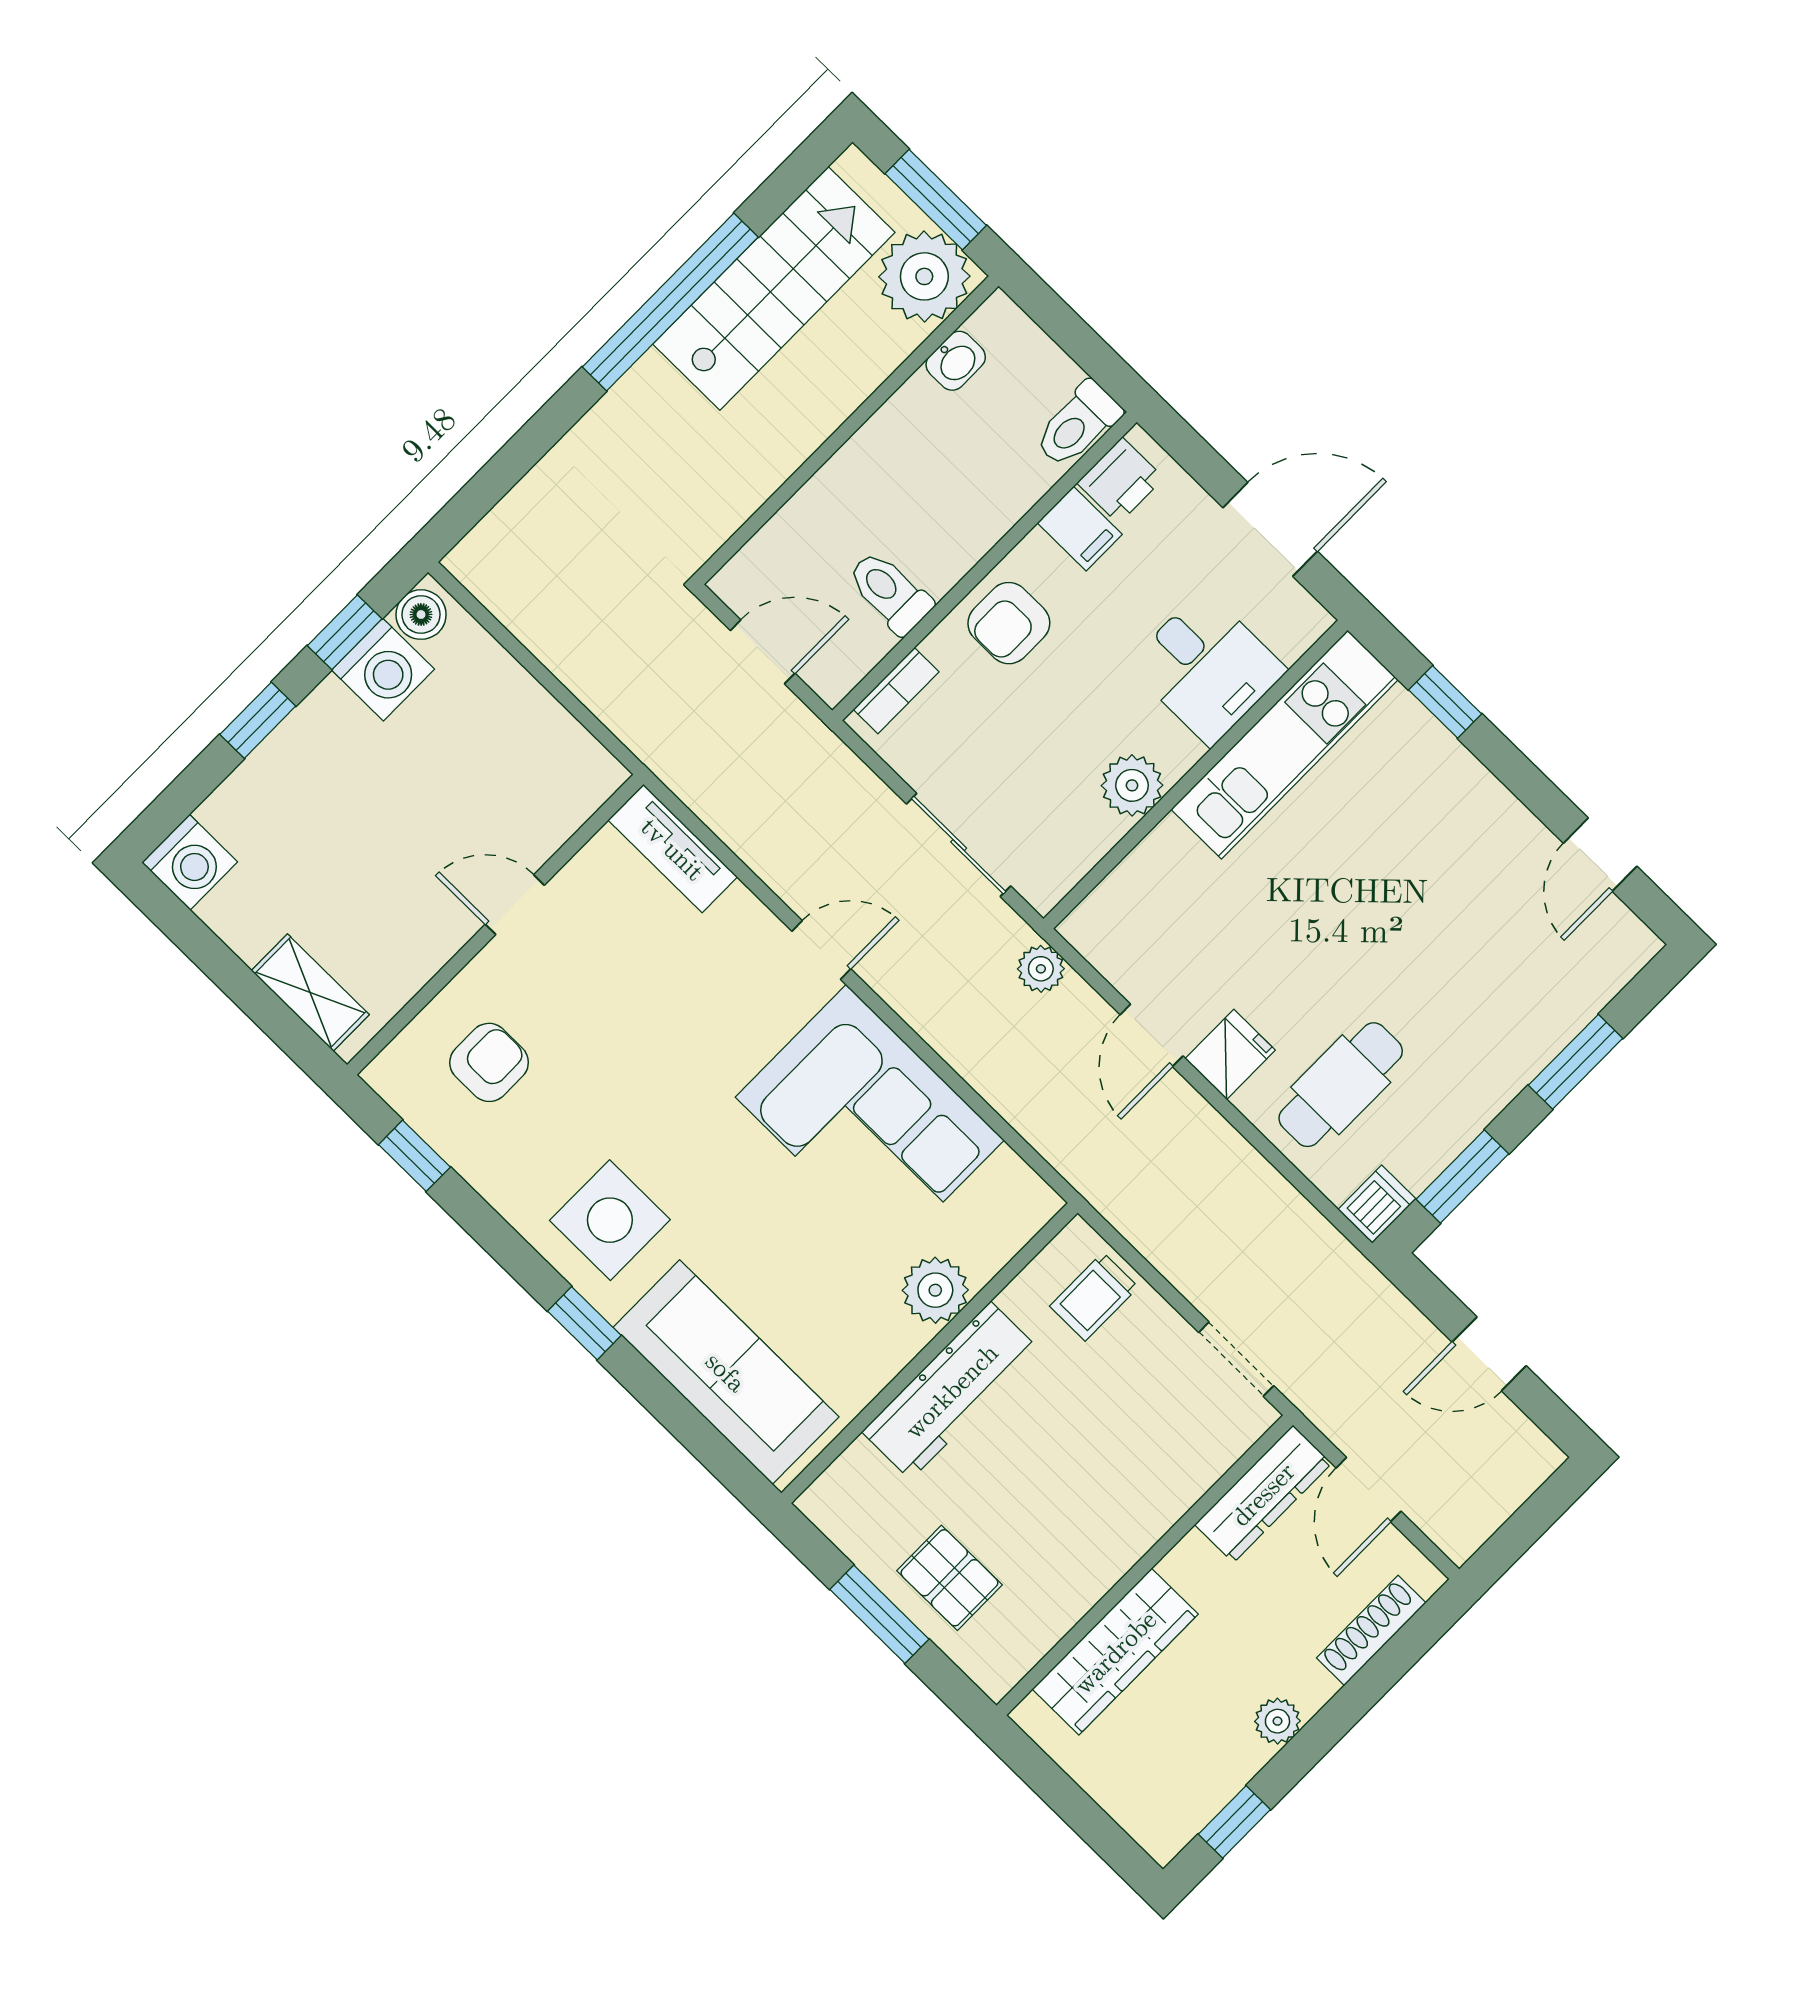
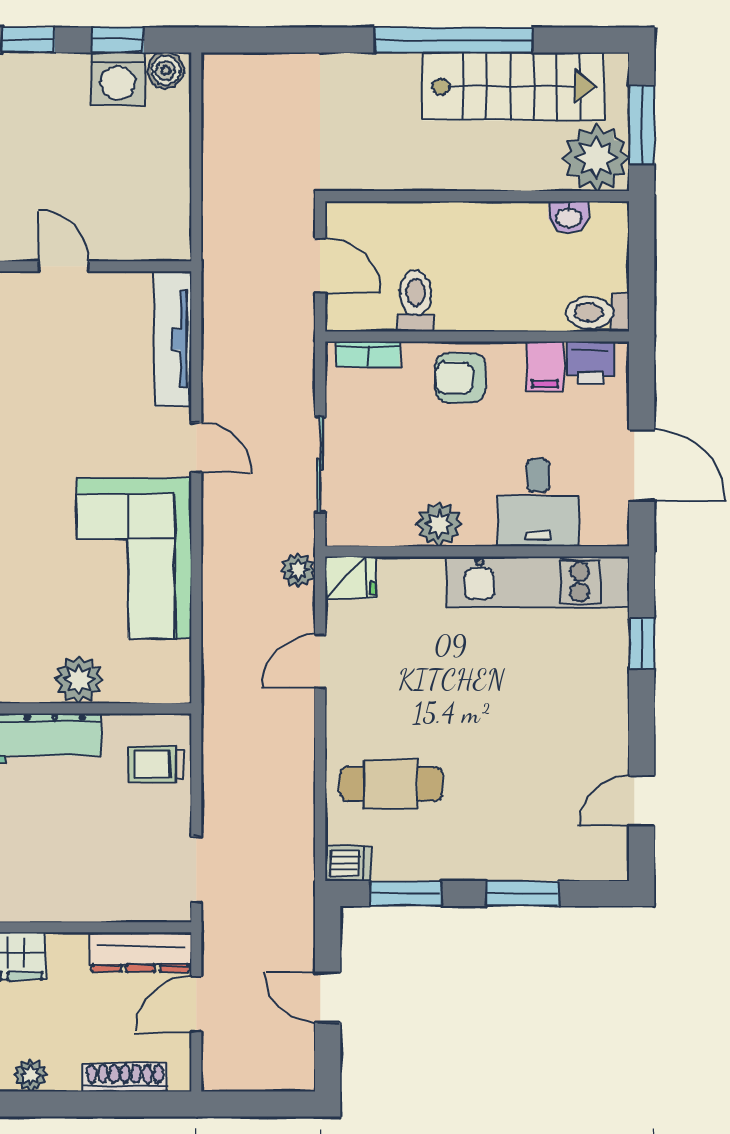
tv unit: (673, 849) -> (173, 339), width x1.41
fridge: (1230, 1054) -> (350, 577), moved

